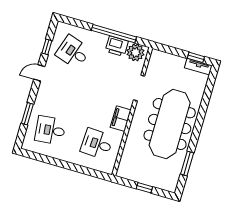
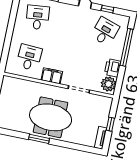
window: (114, 34) -> (127, 47), moved
window: (196, 57) -> (110, 124), moved
meeting table: (170, 124) -> (51, 117), width x0.73
window: (187, 163) -> (39, 139), moved

